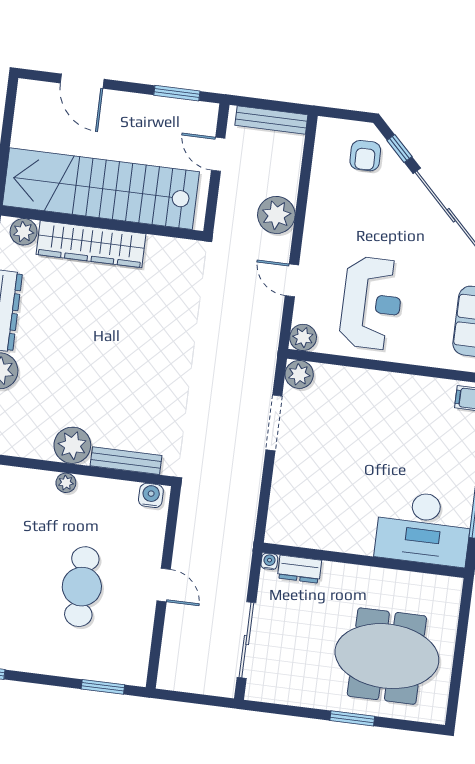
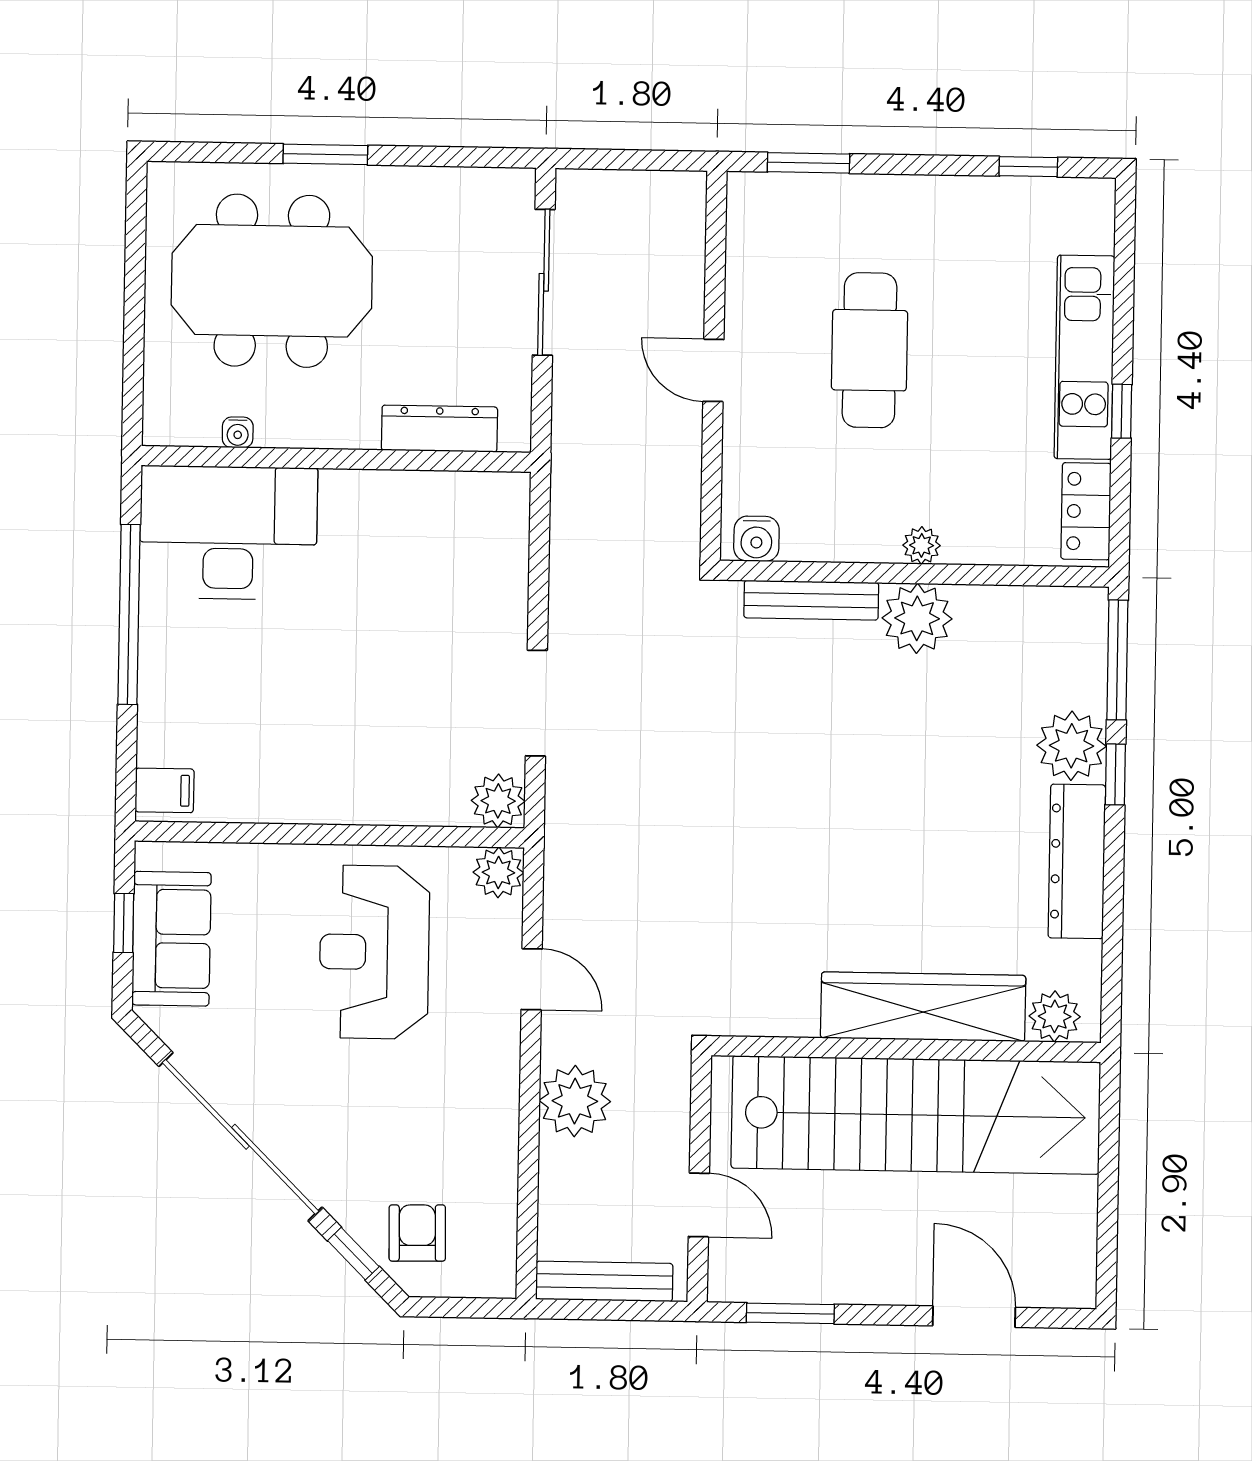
water cooler: (269, 561) -> (238, 432), moved
dresser: (300, 569) -> (439, 429), width x1.44

